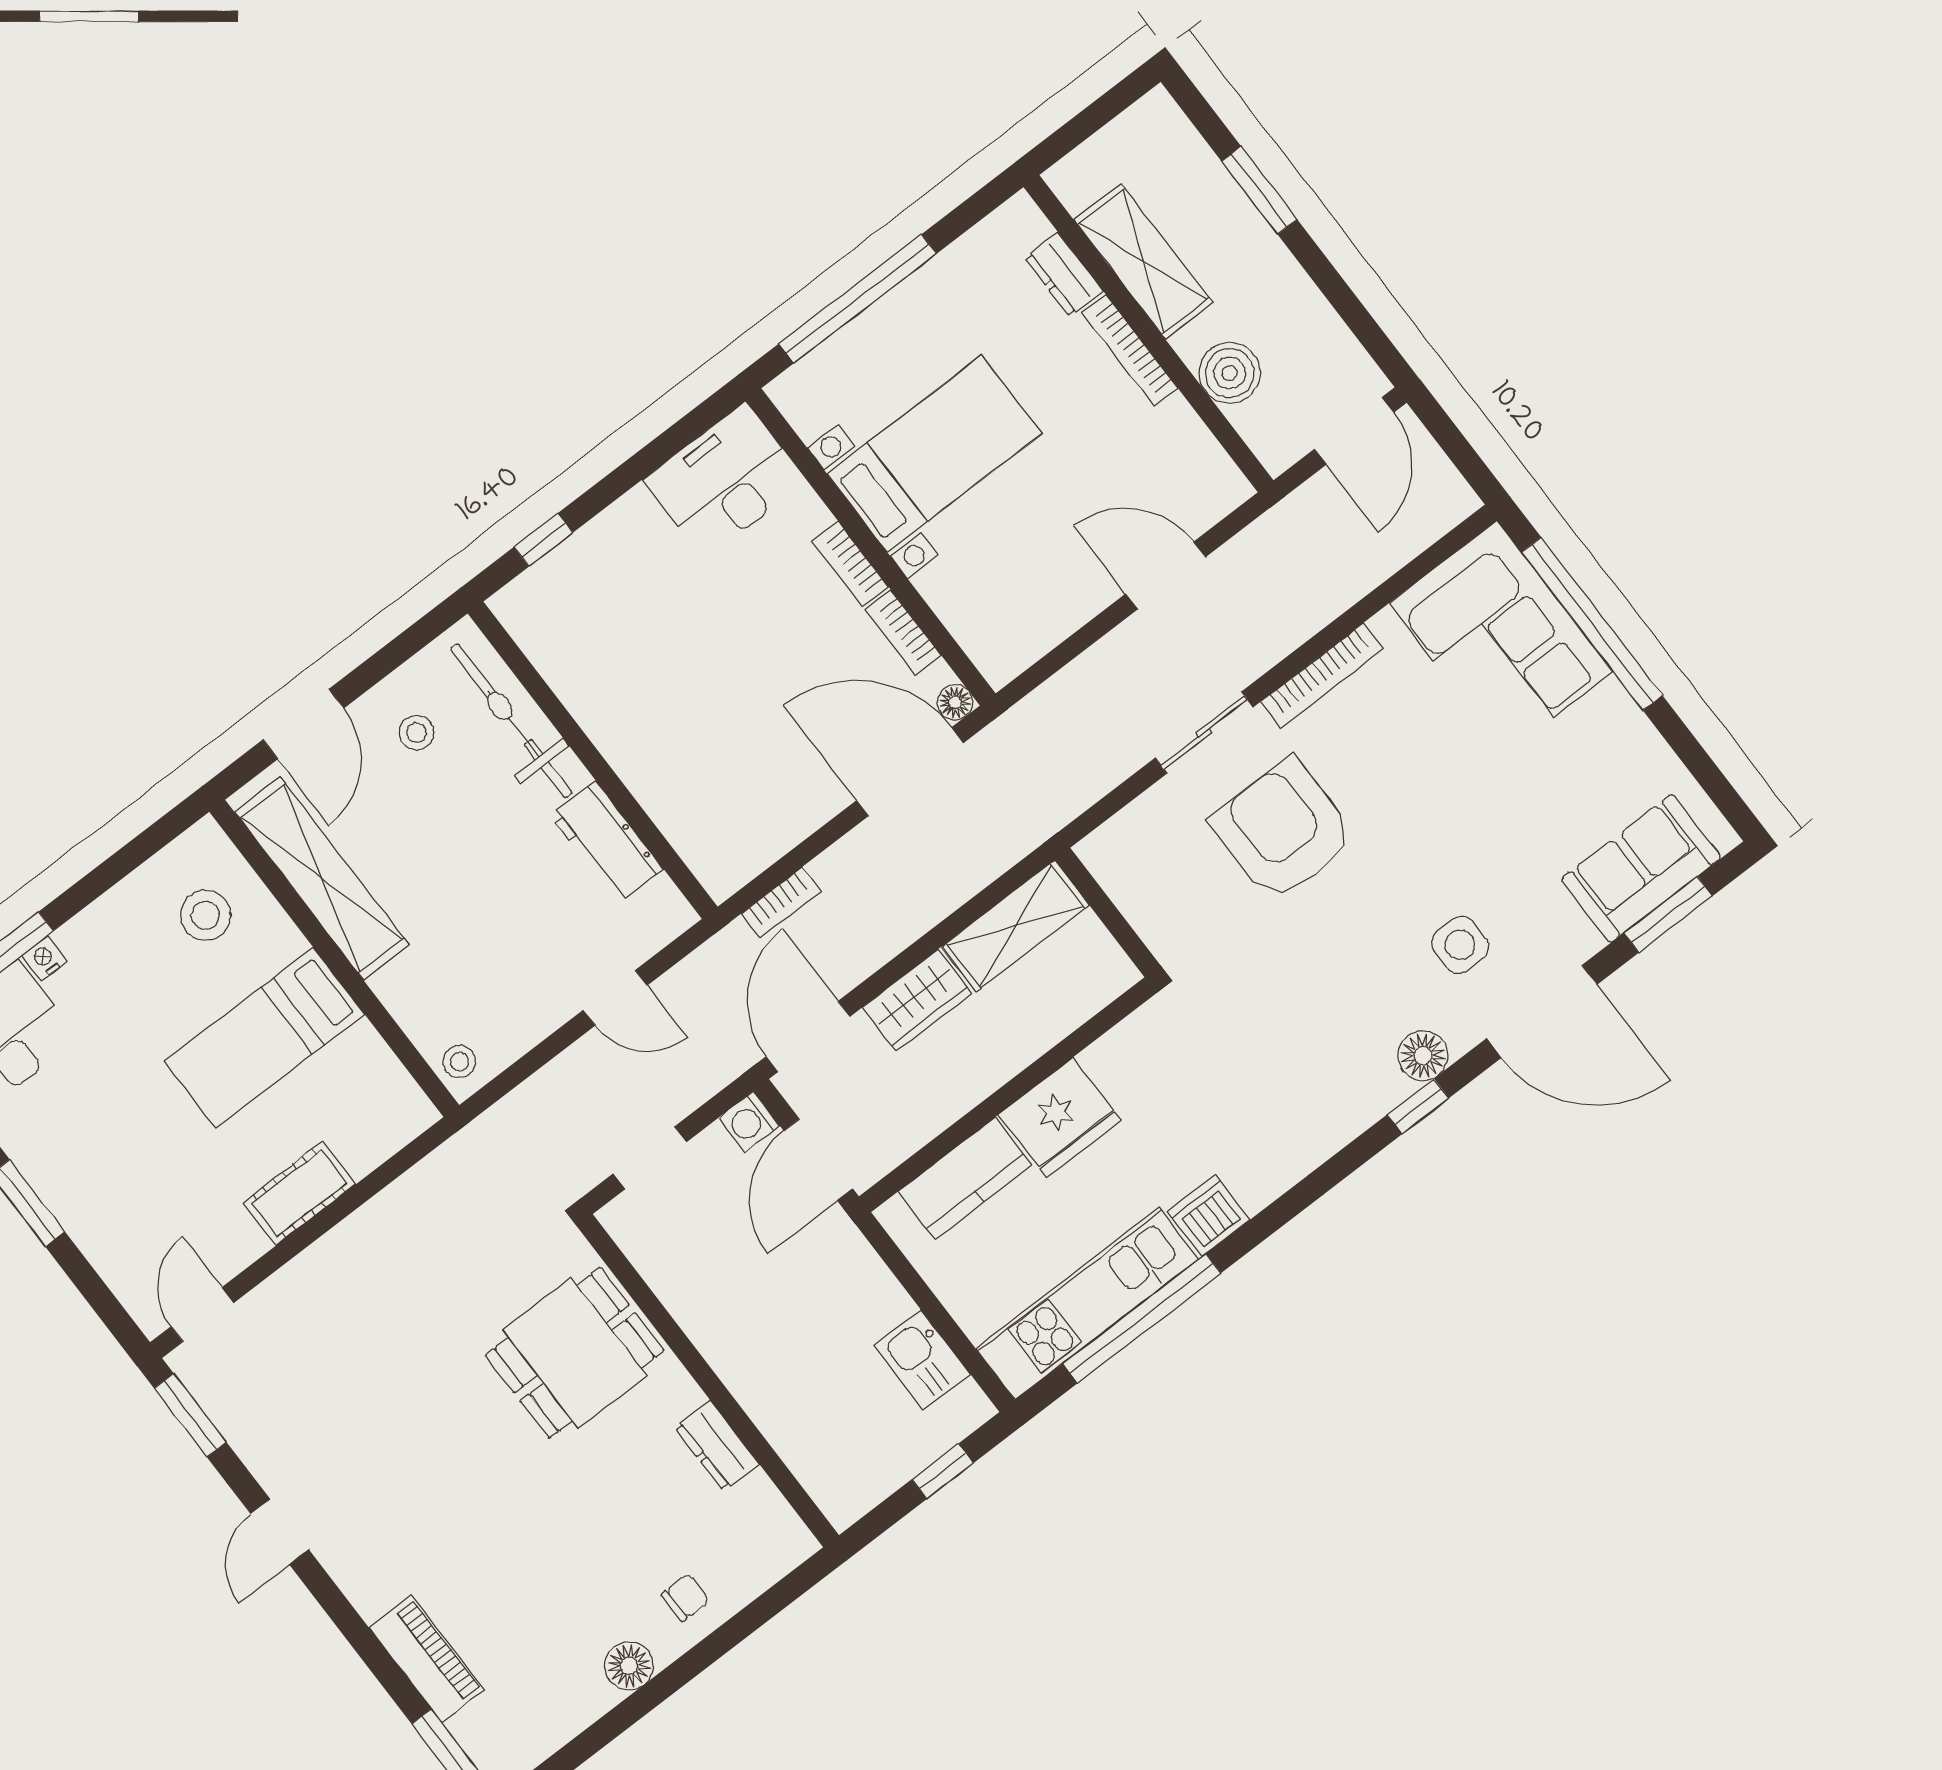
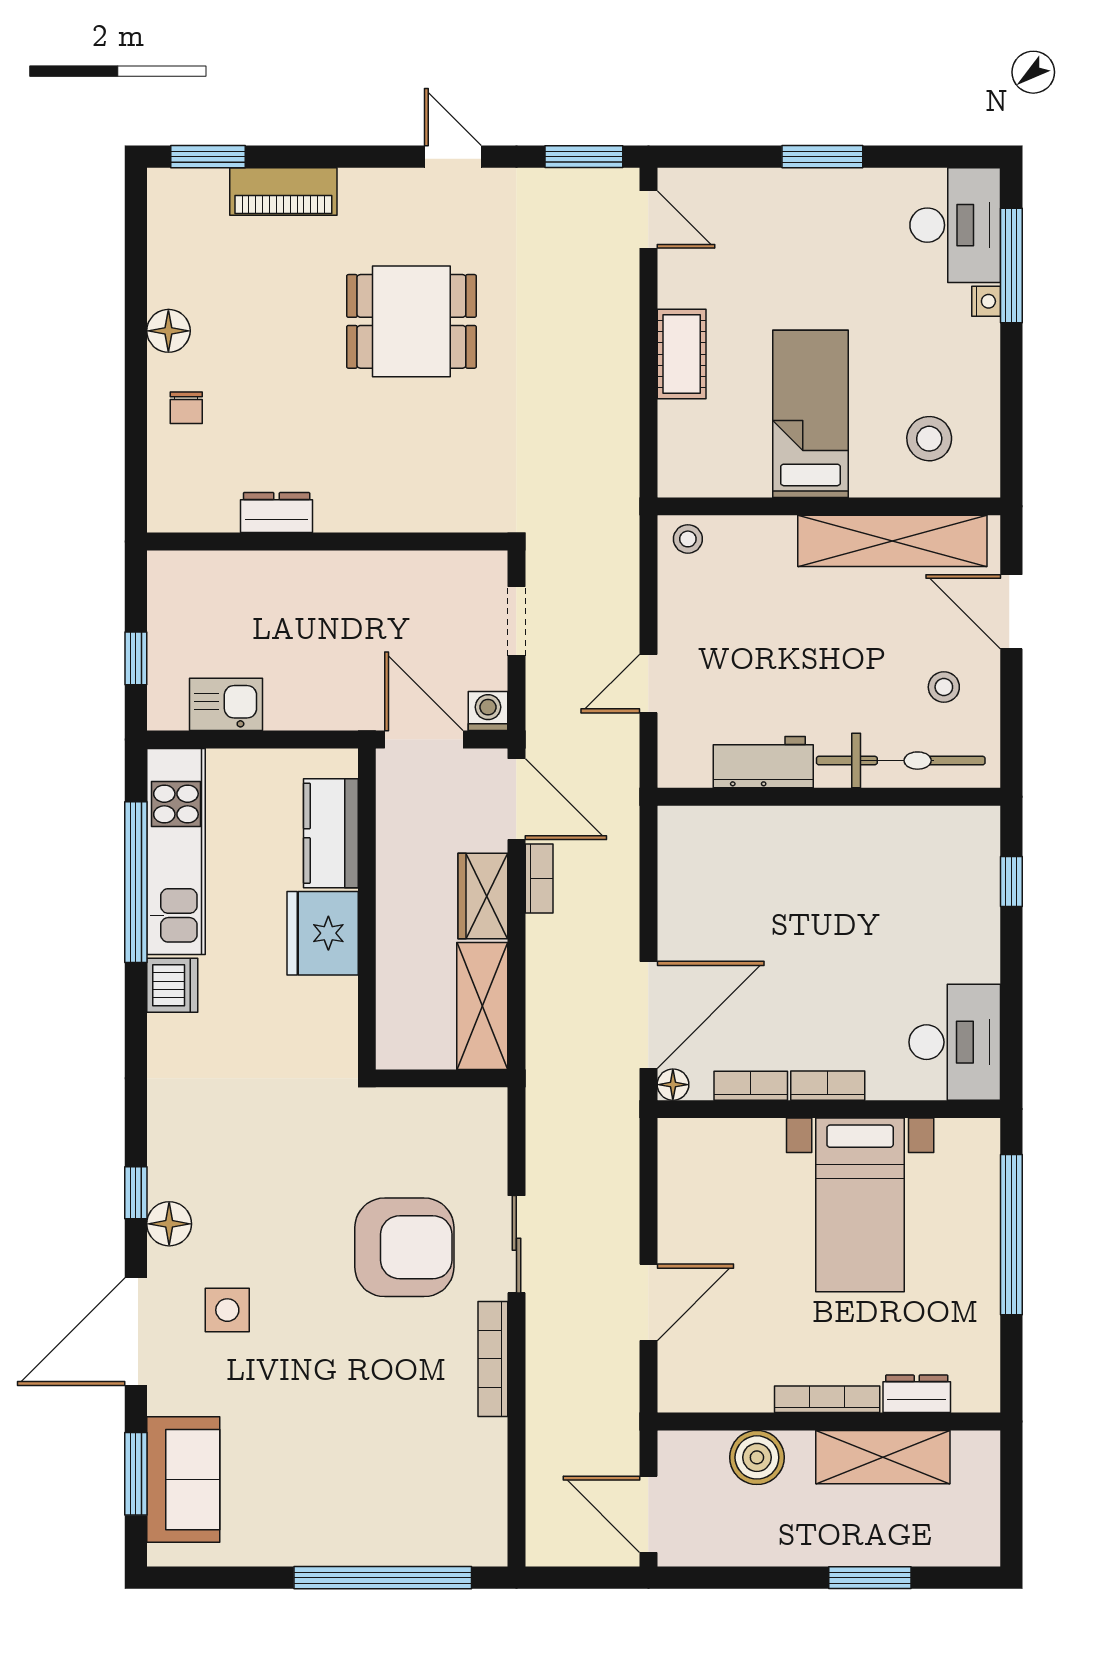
corner sofa: (1501, 637) -> (423, 1506), removed
bookcase: (781, 903) -> (539, 879), moved, turned 180
dining table: (575, 1353) -> (411, 321), moved, turned 90

